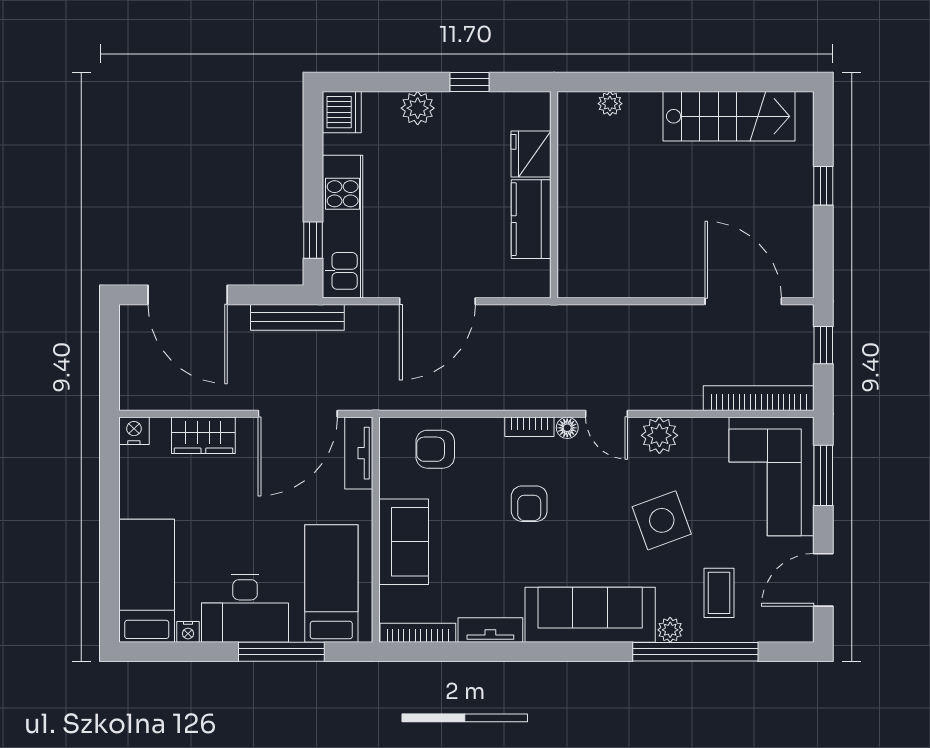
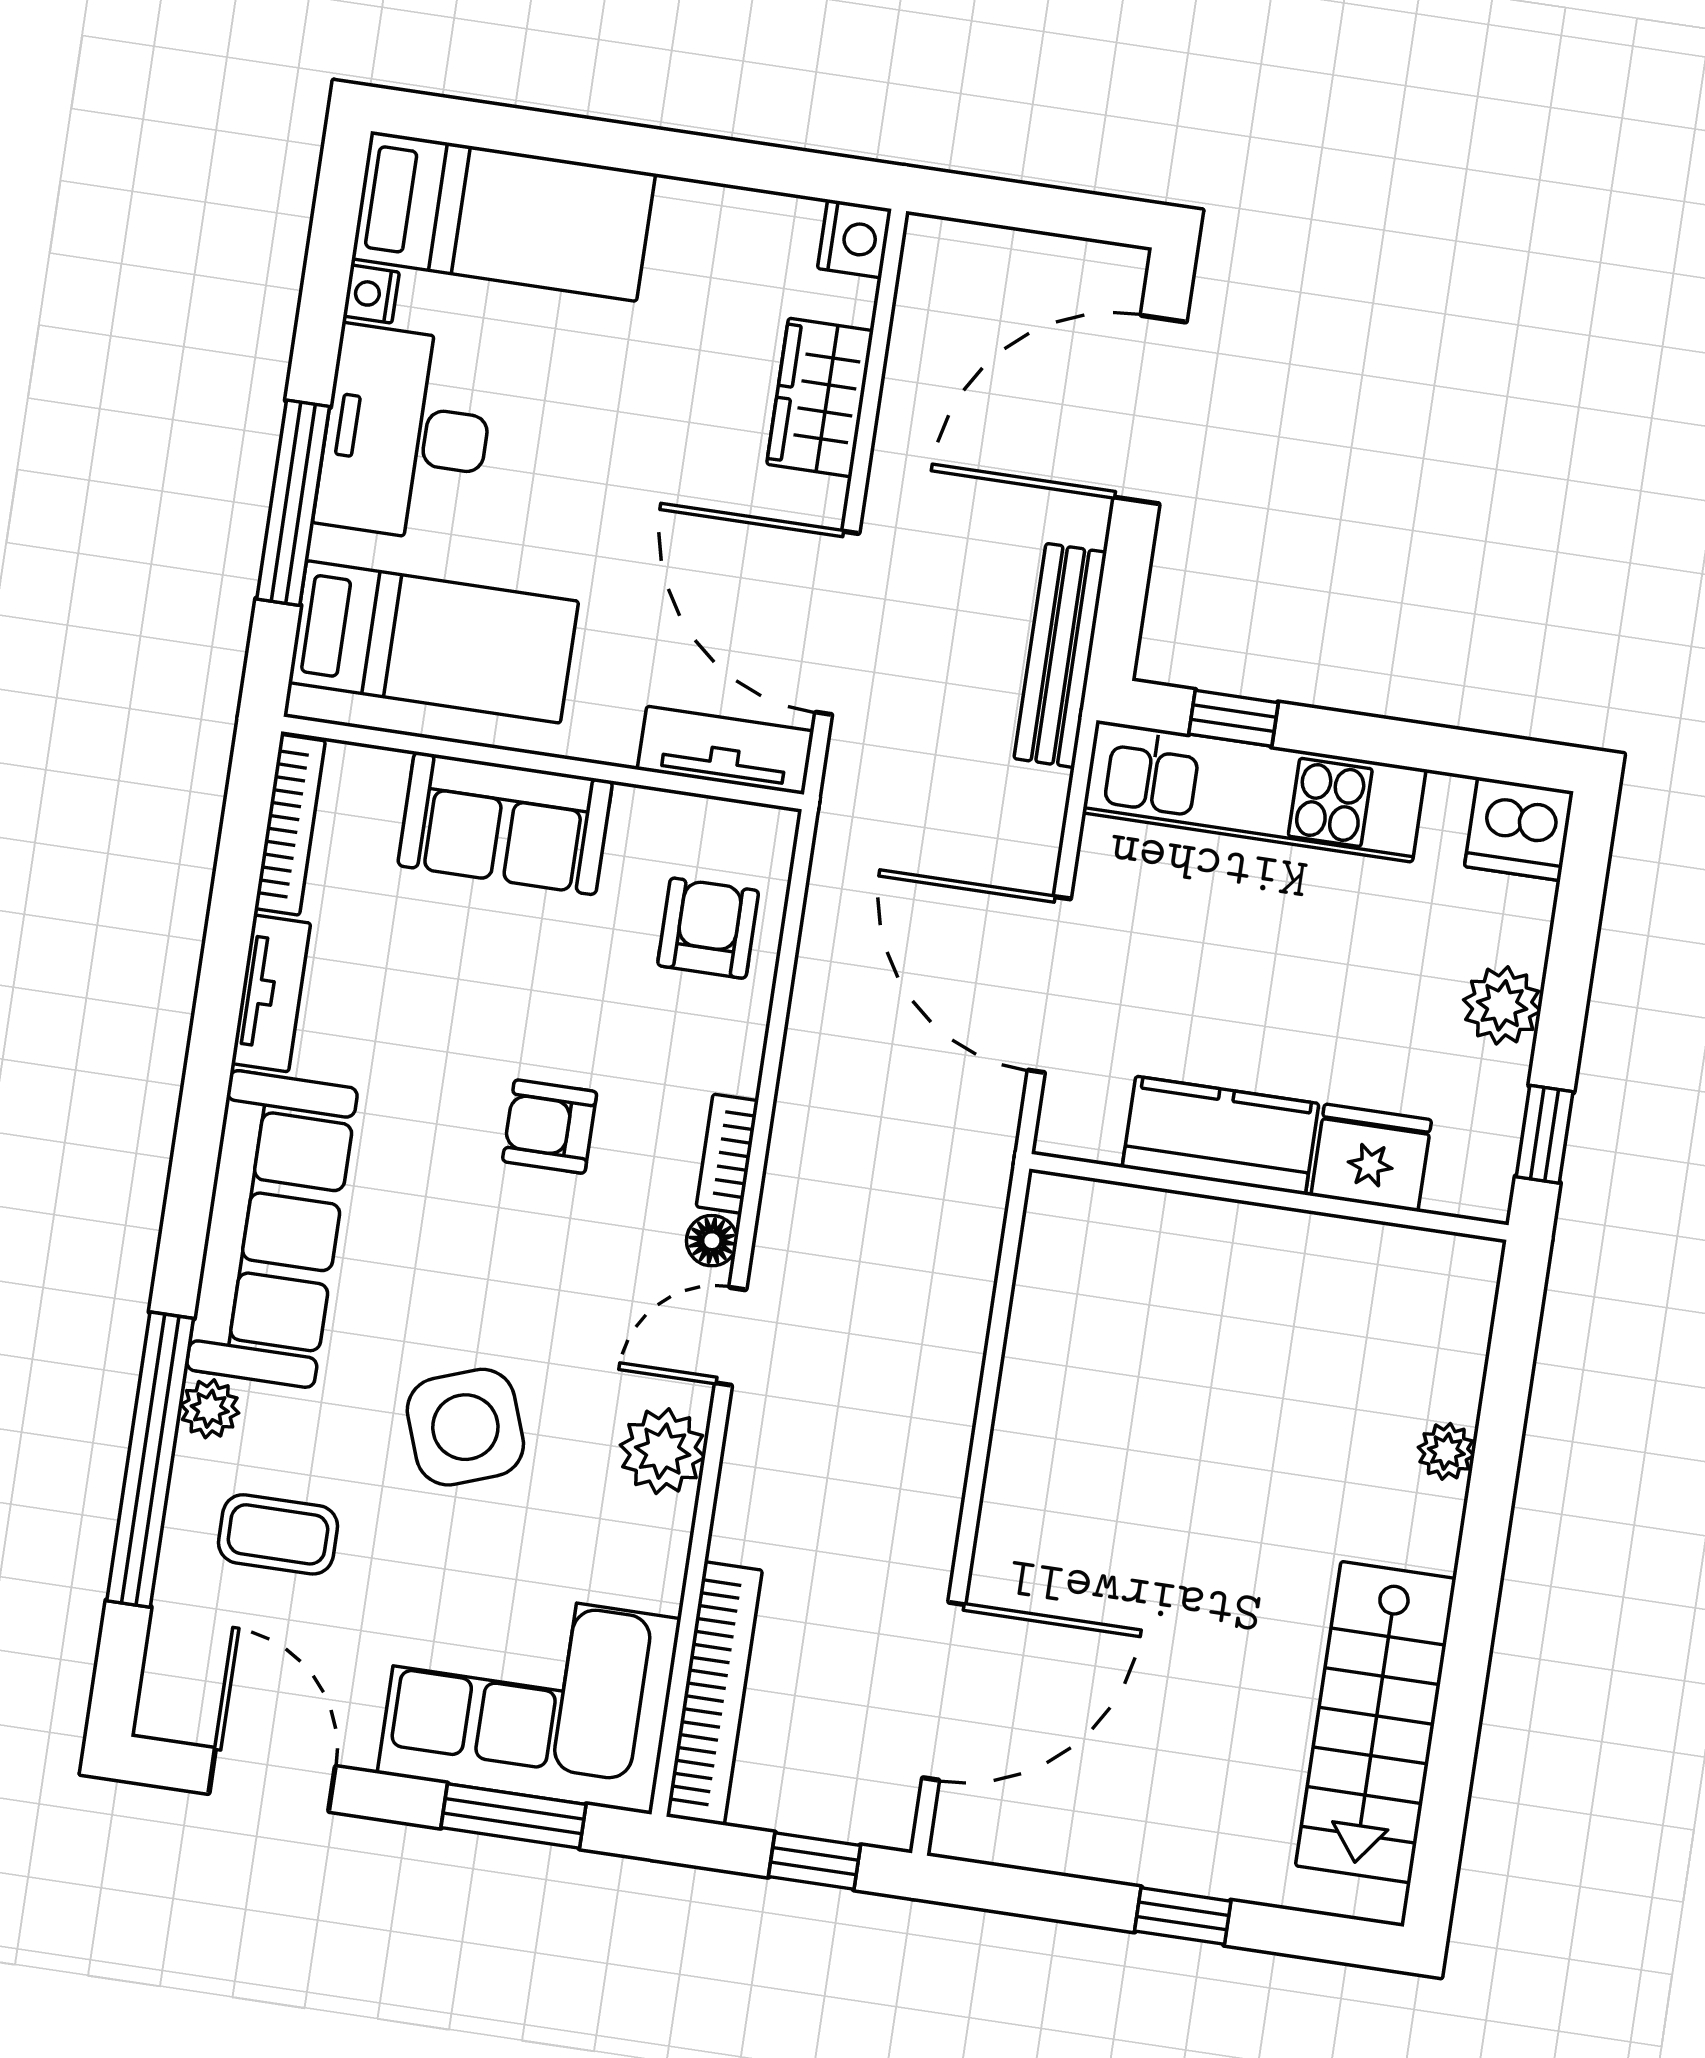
fridge: (531, 154) -> (1371, 1158), moved
wall: (554, 195) -> (1269, 1197), moved
kitchen counter: (531, 219) -> (1220, 1135), moved

